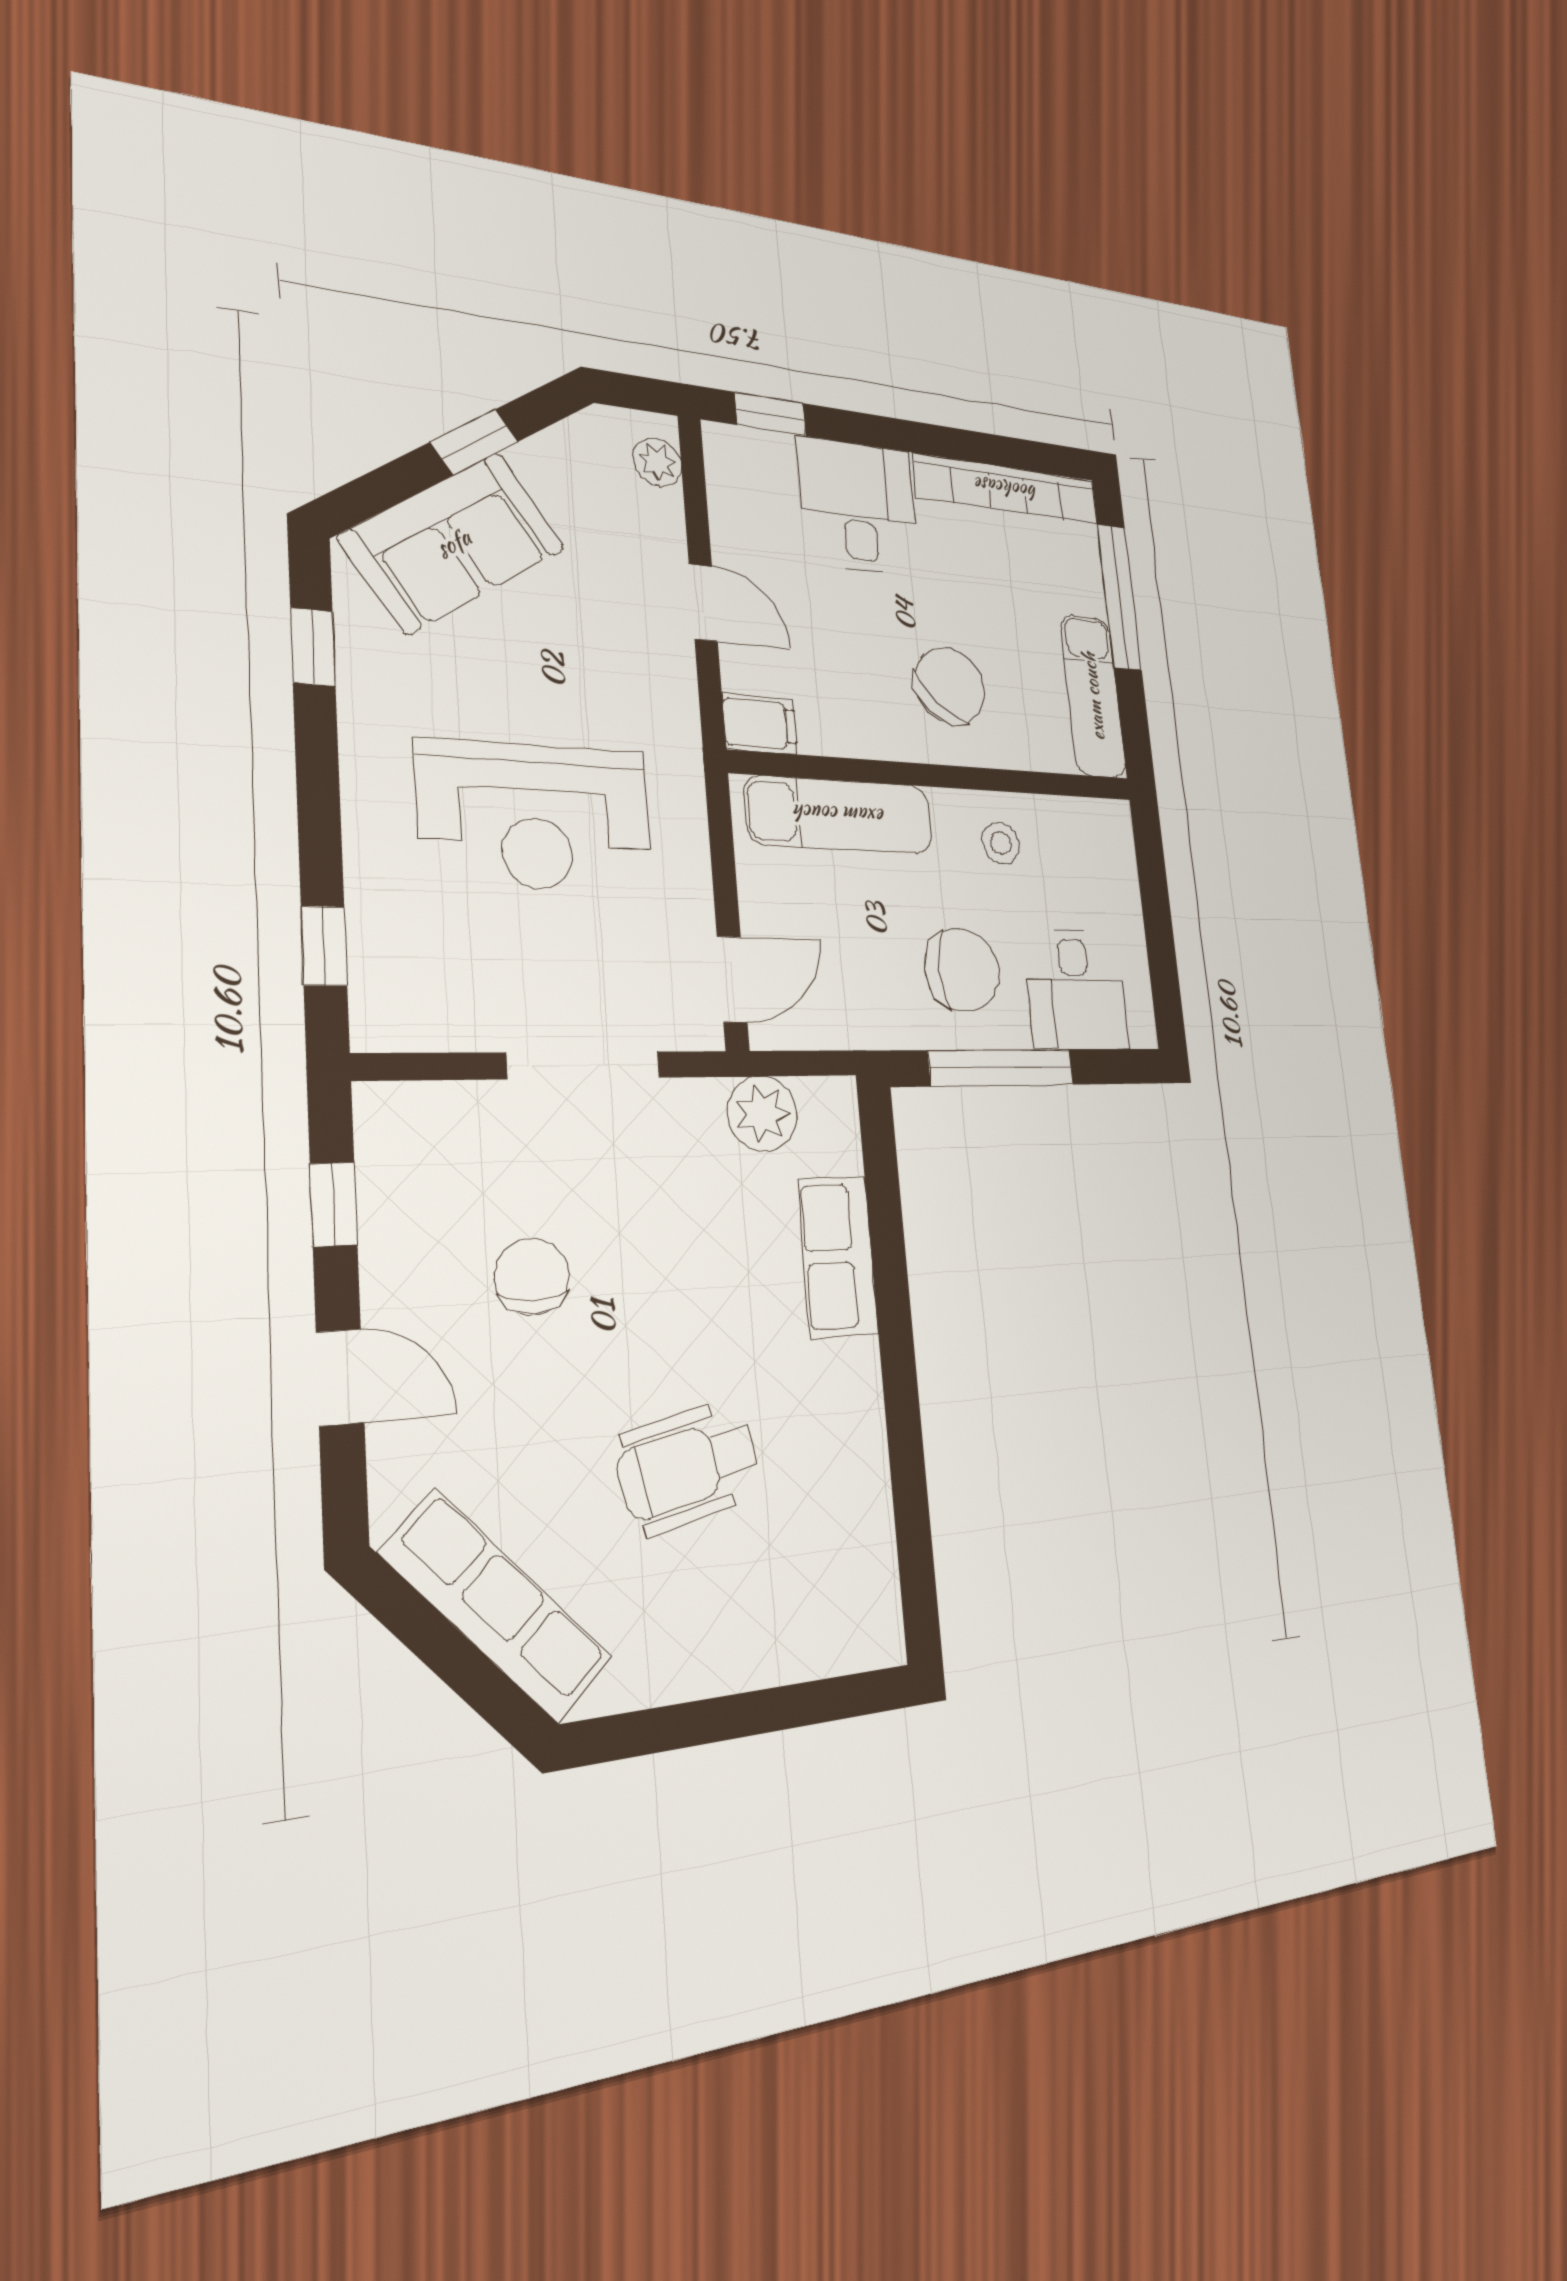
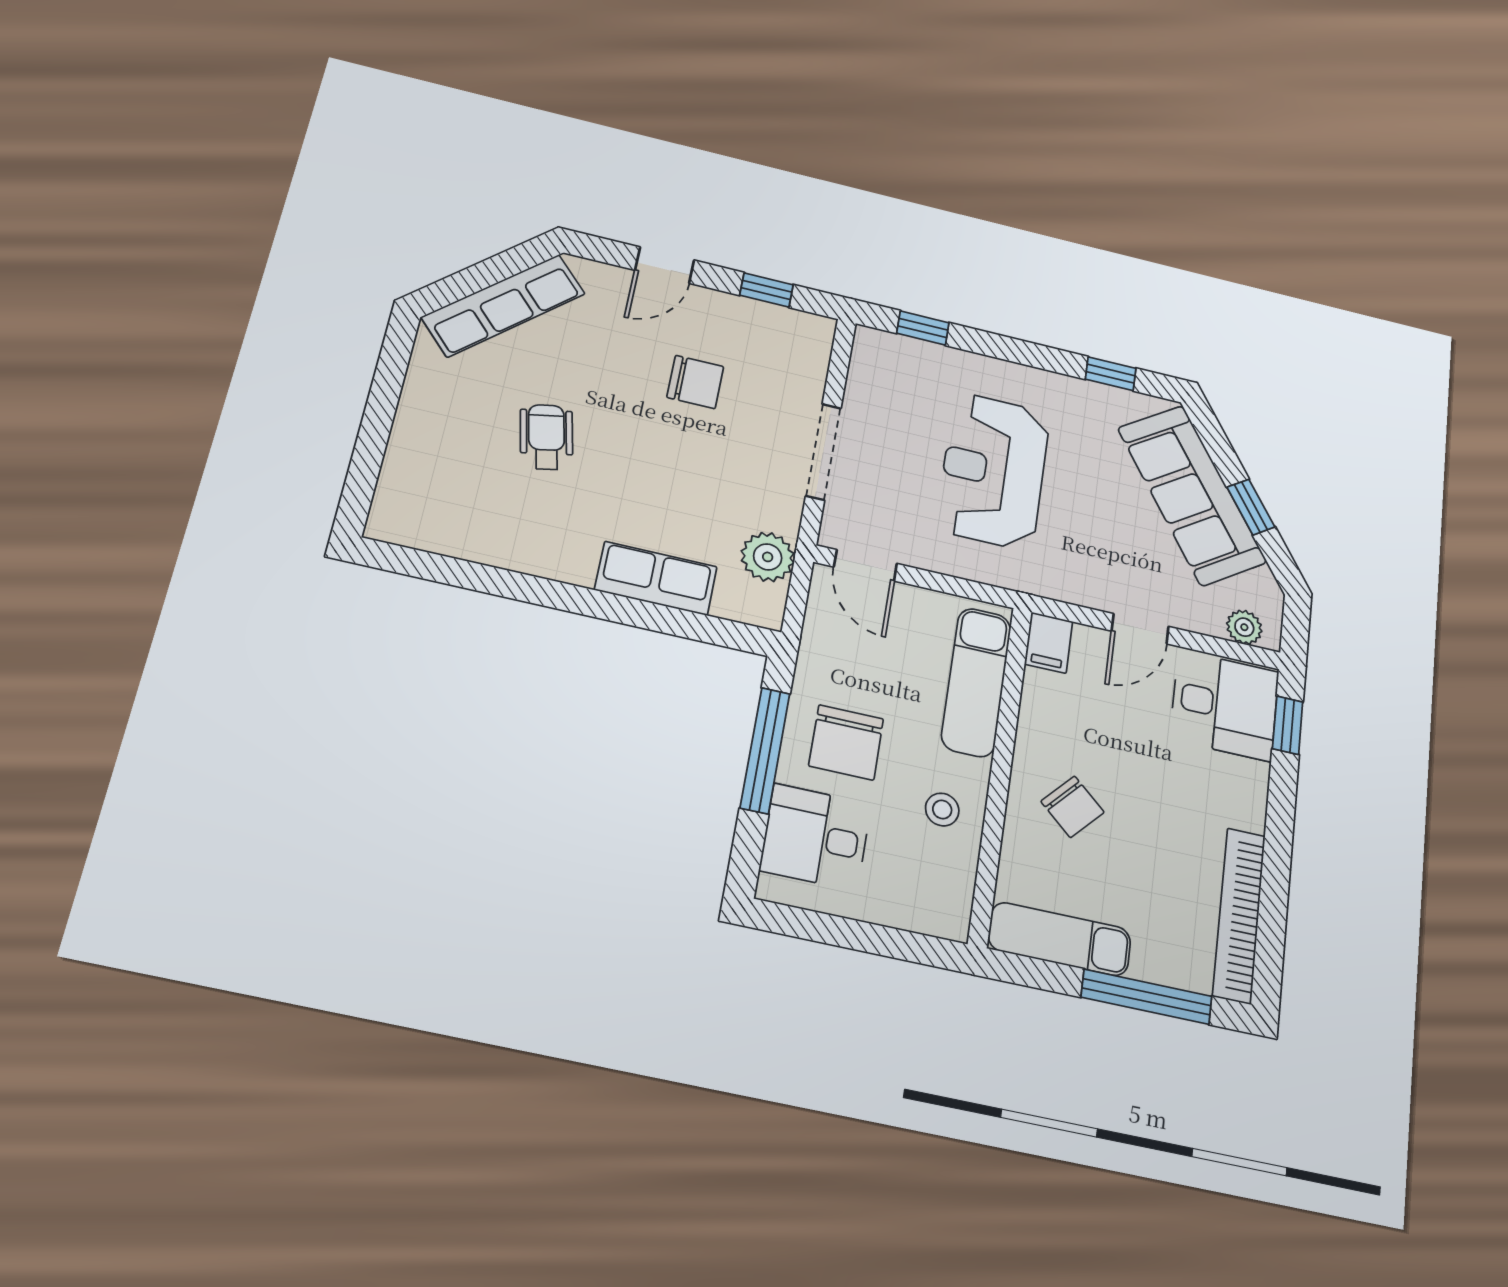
desk: (859, 506) -> (1225, 705), moved
sofa: (453, 542) -> (1192, 495), width x1.36
chair: (950, 686) -> (1073, 807), width x0.73, depth x0.73
wheelchair: (688, 1467) -> (546, 437), width x0.73, depth x0.73

